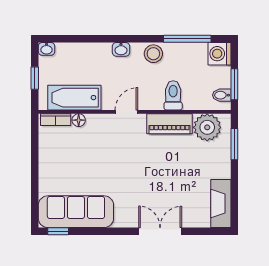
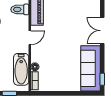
door: (126, 112) -> (30, 38), swing flipped
double door: (160, 231) -> (102, 31), moved

